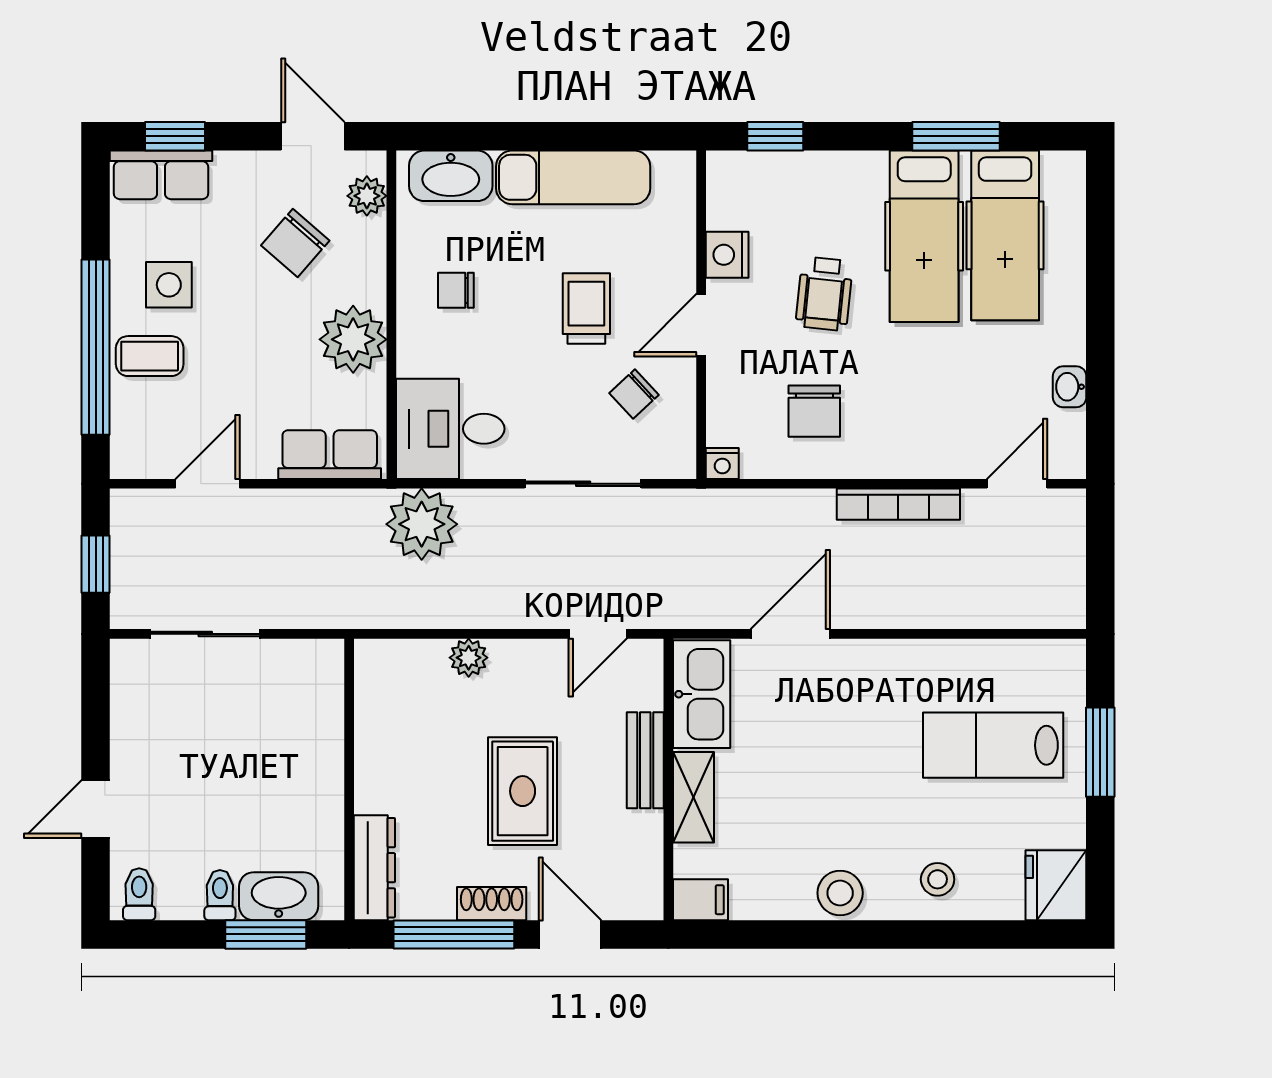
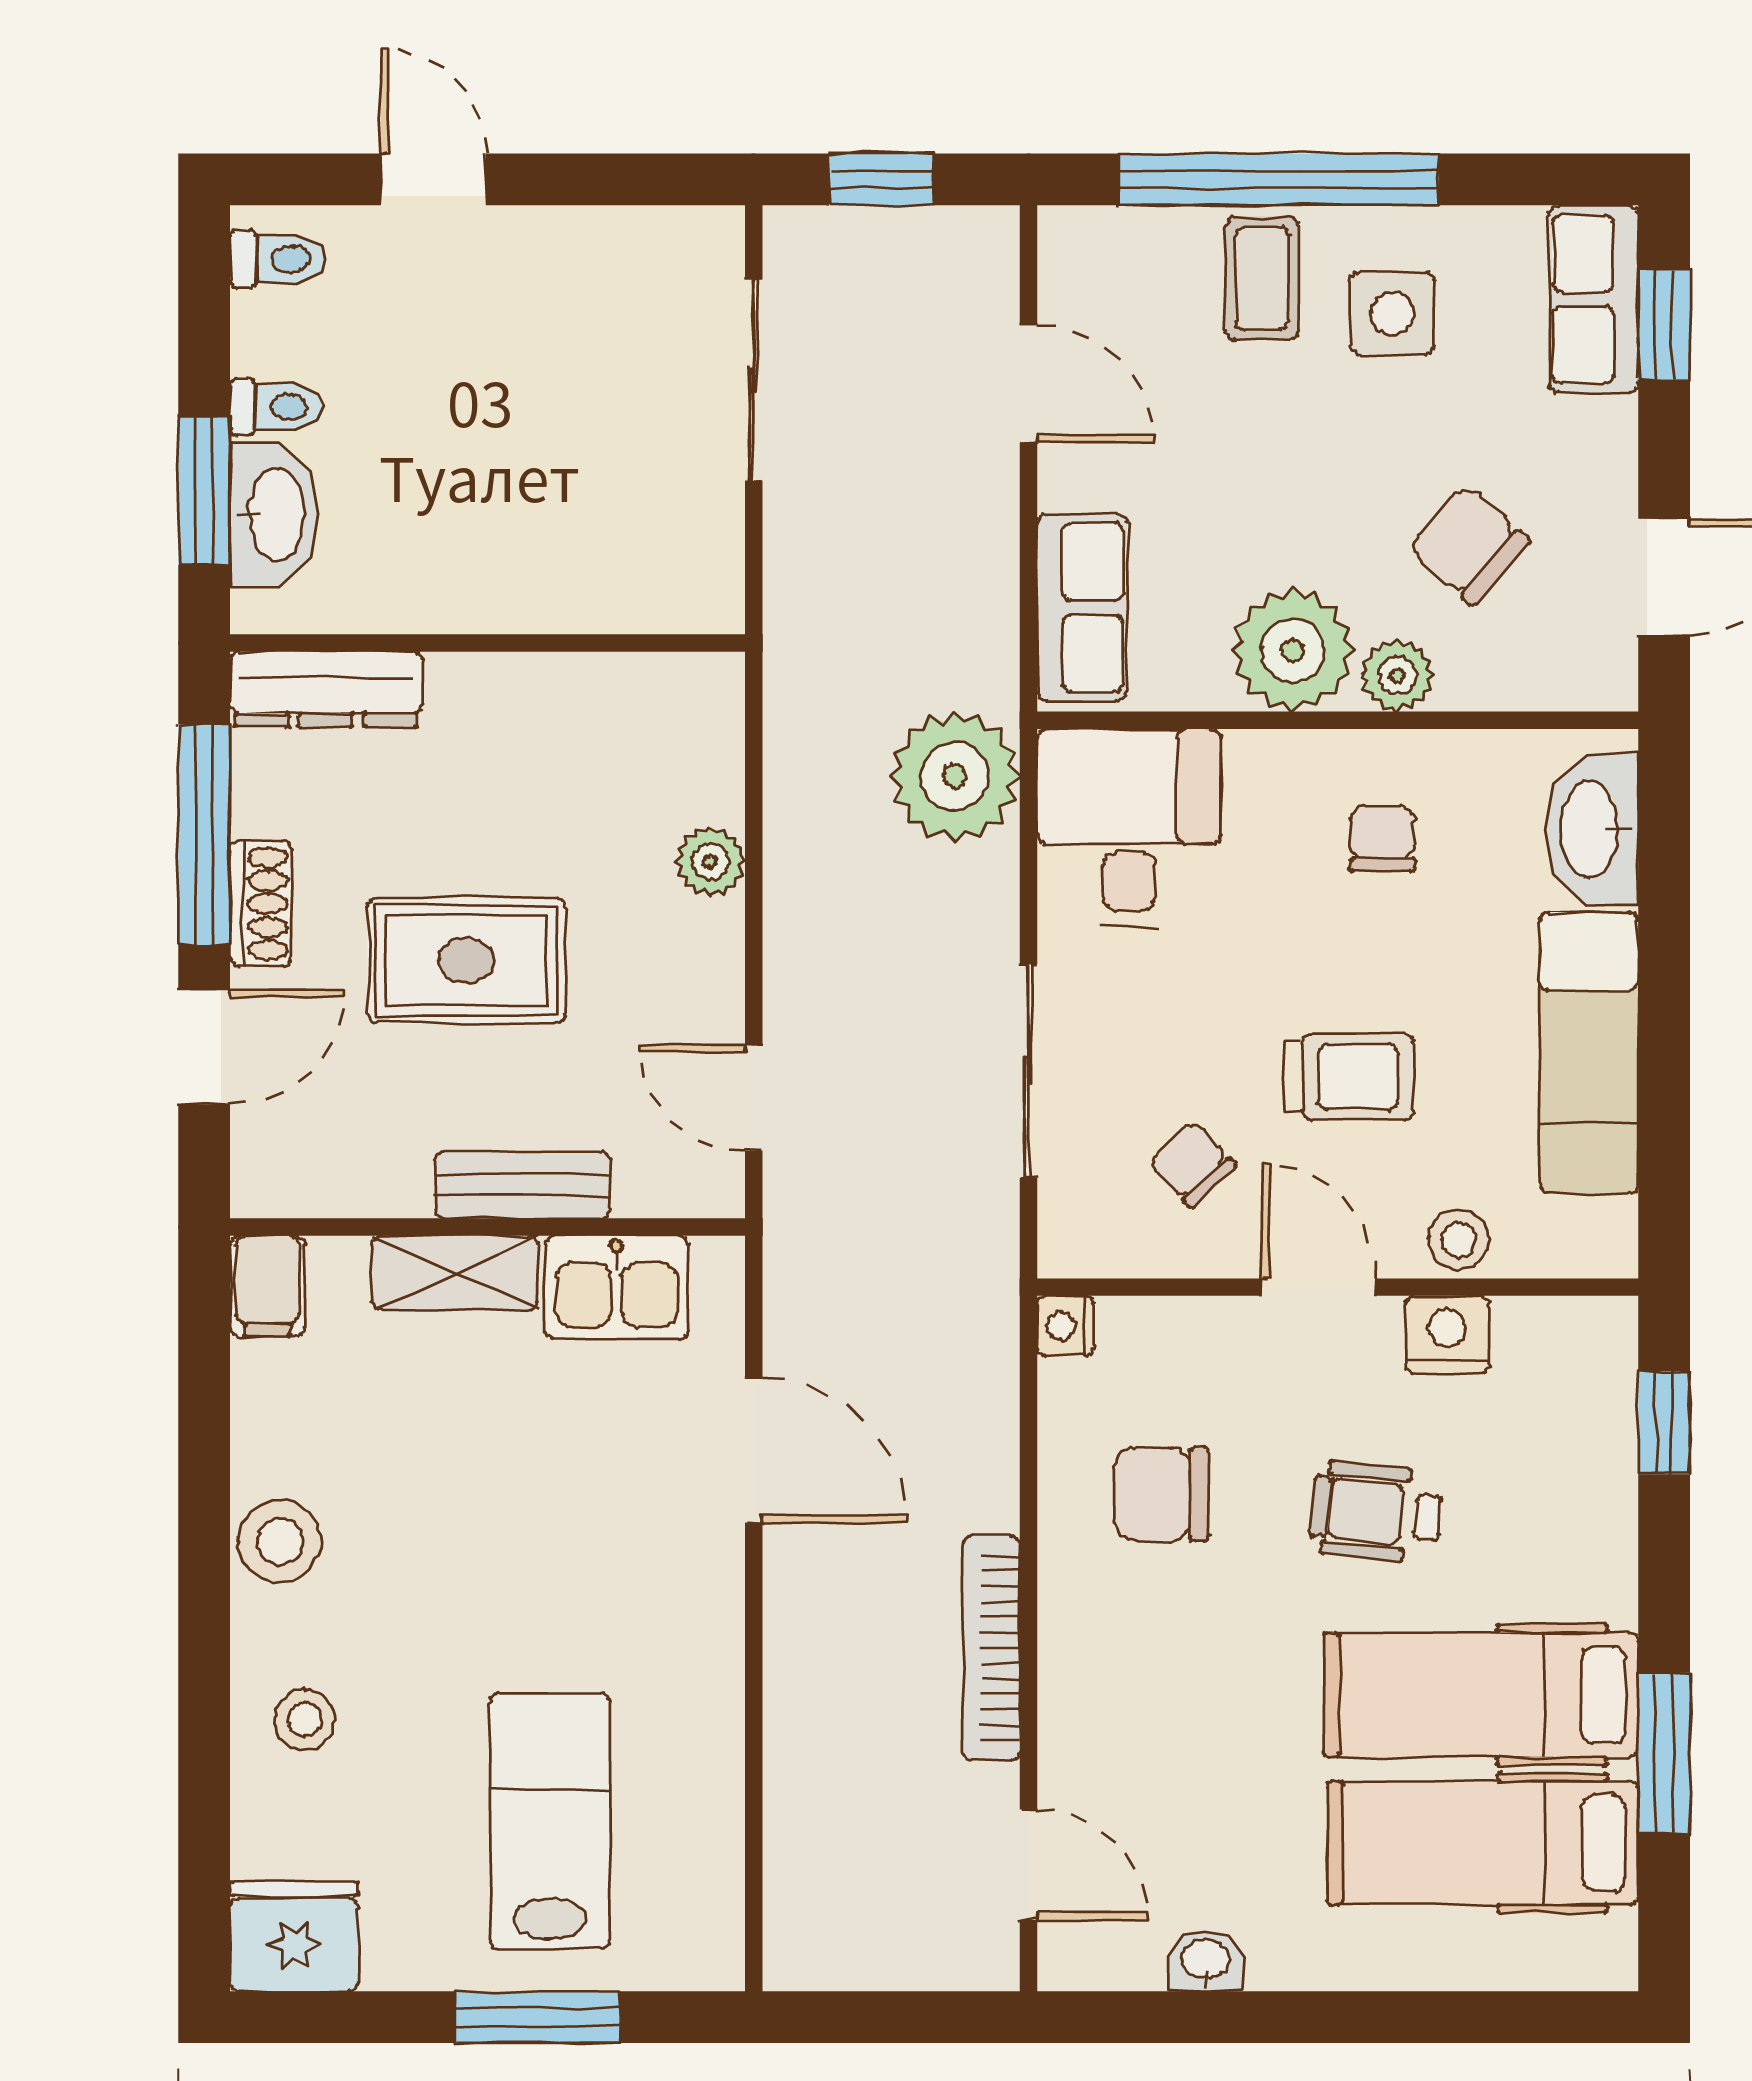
plant: (367, 196) -> (1397, 676), moved
stool: (675, 249) -> (1458, 1240), added
kitchen sink: (702, 694) -> (617, 1288), width x0.73

